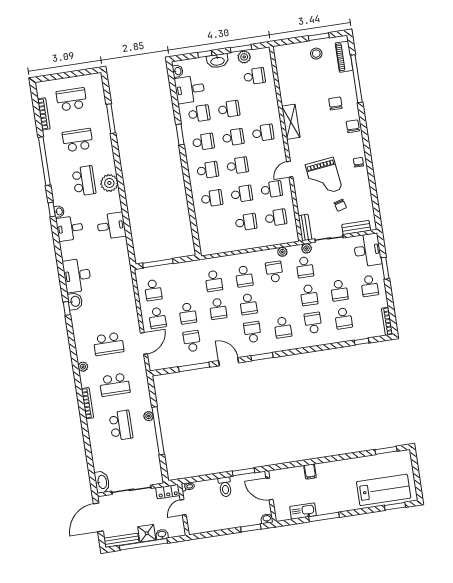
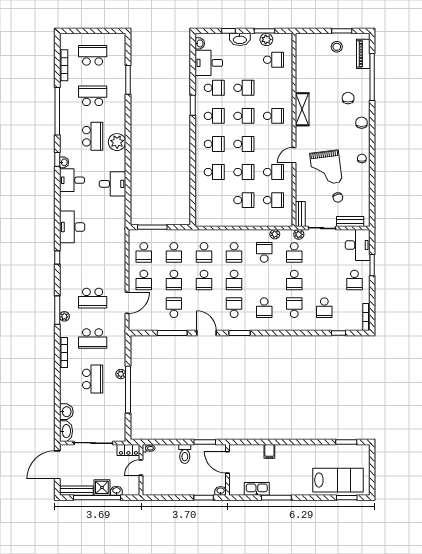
school desk: (339, 290) -> (174, 252), moved
washbasin: (75, 301) -> (66, 412), moved
window: (75, 361) -> (57, 310), added

